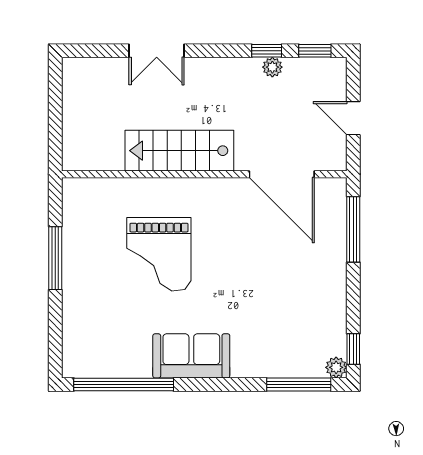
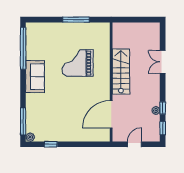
window: (353, 229) -> (88, 144), removed
window: (353, 349) -> (51, 144), moved

